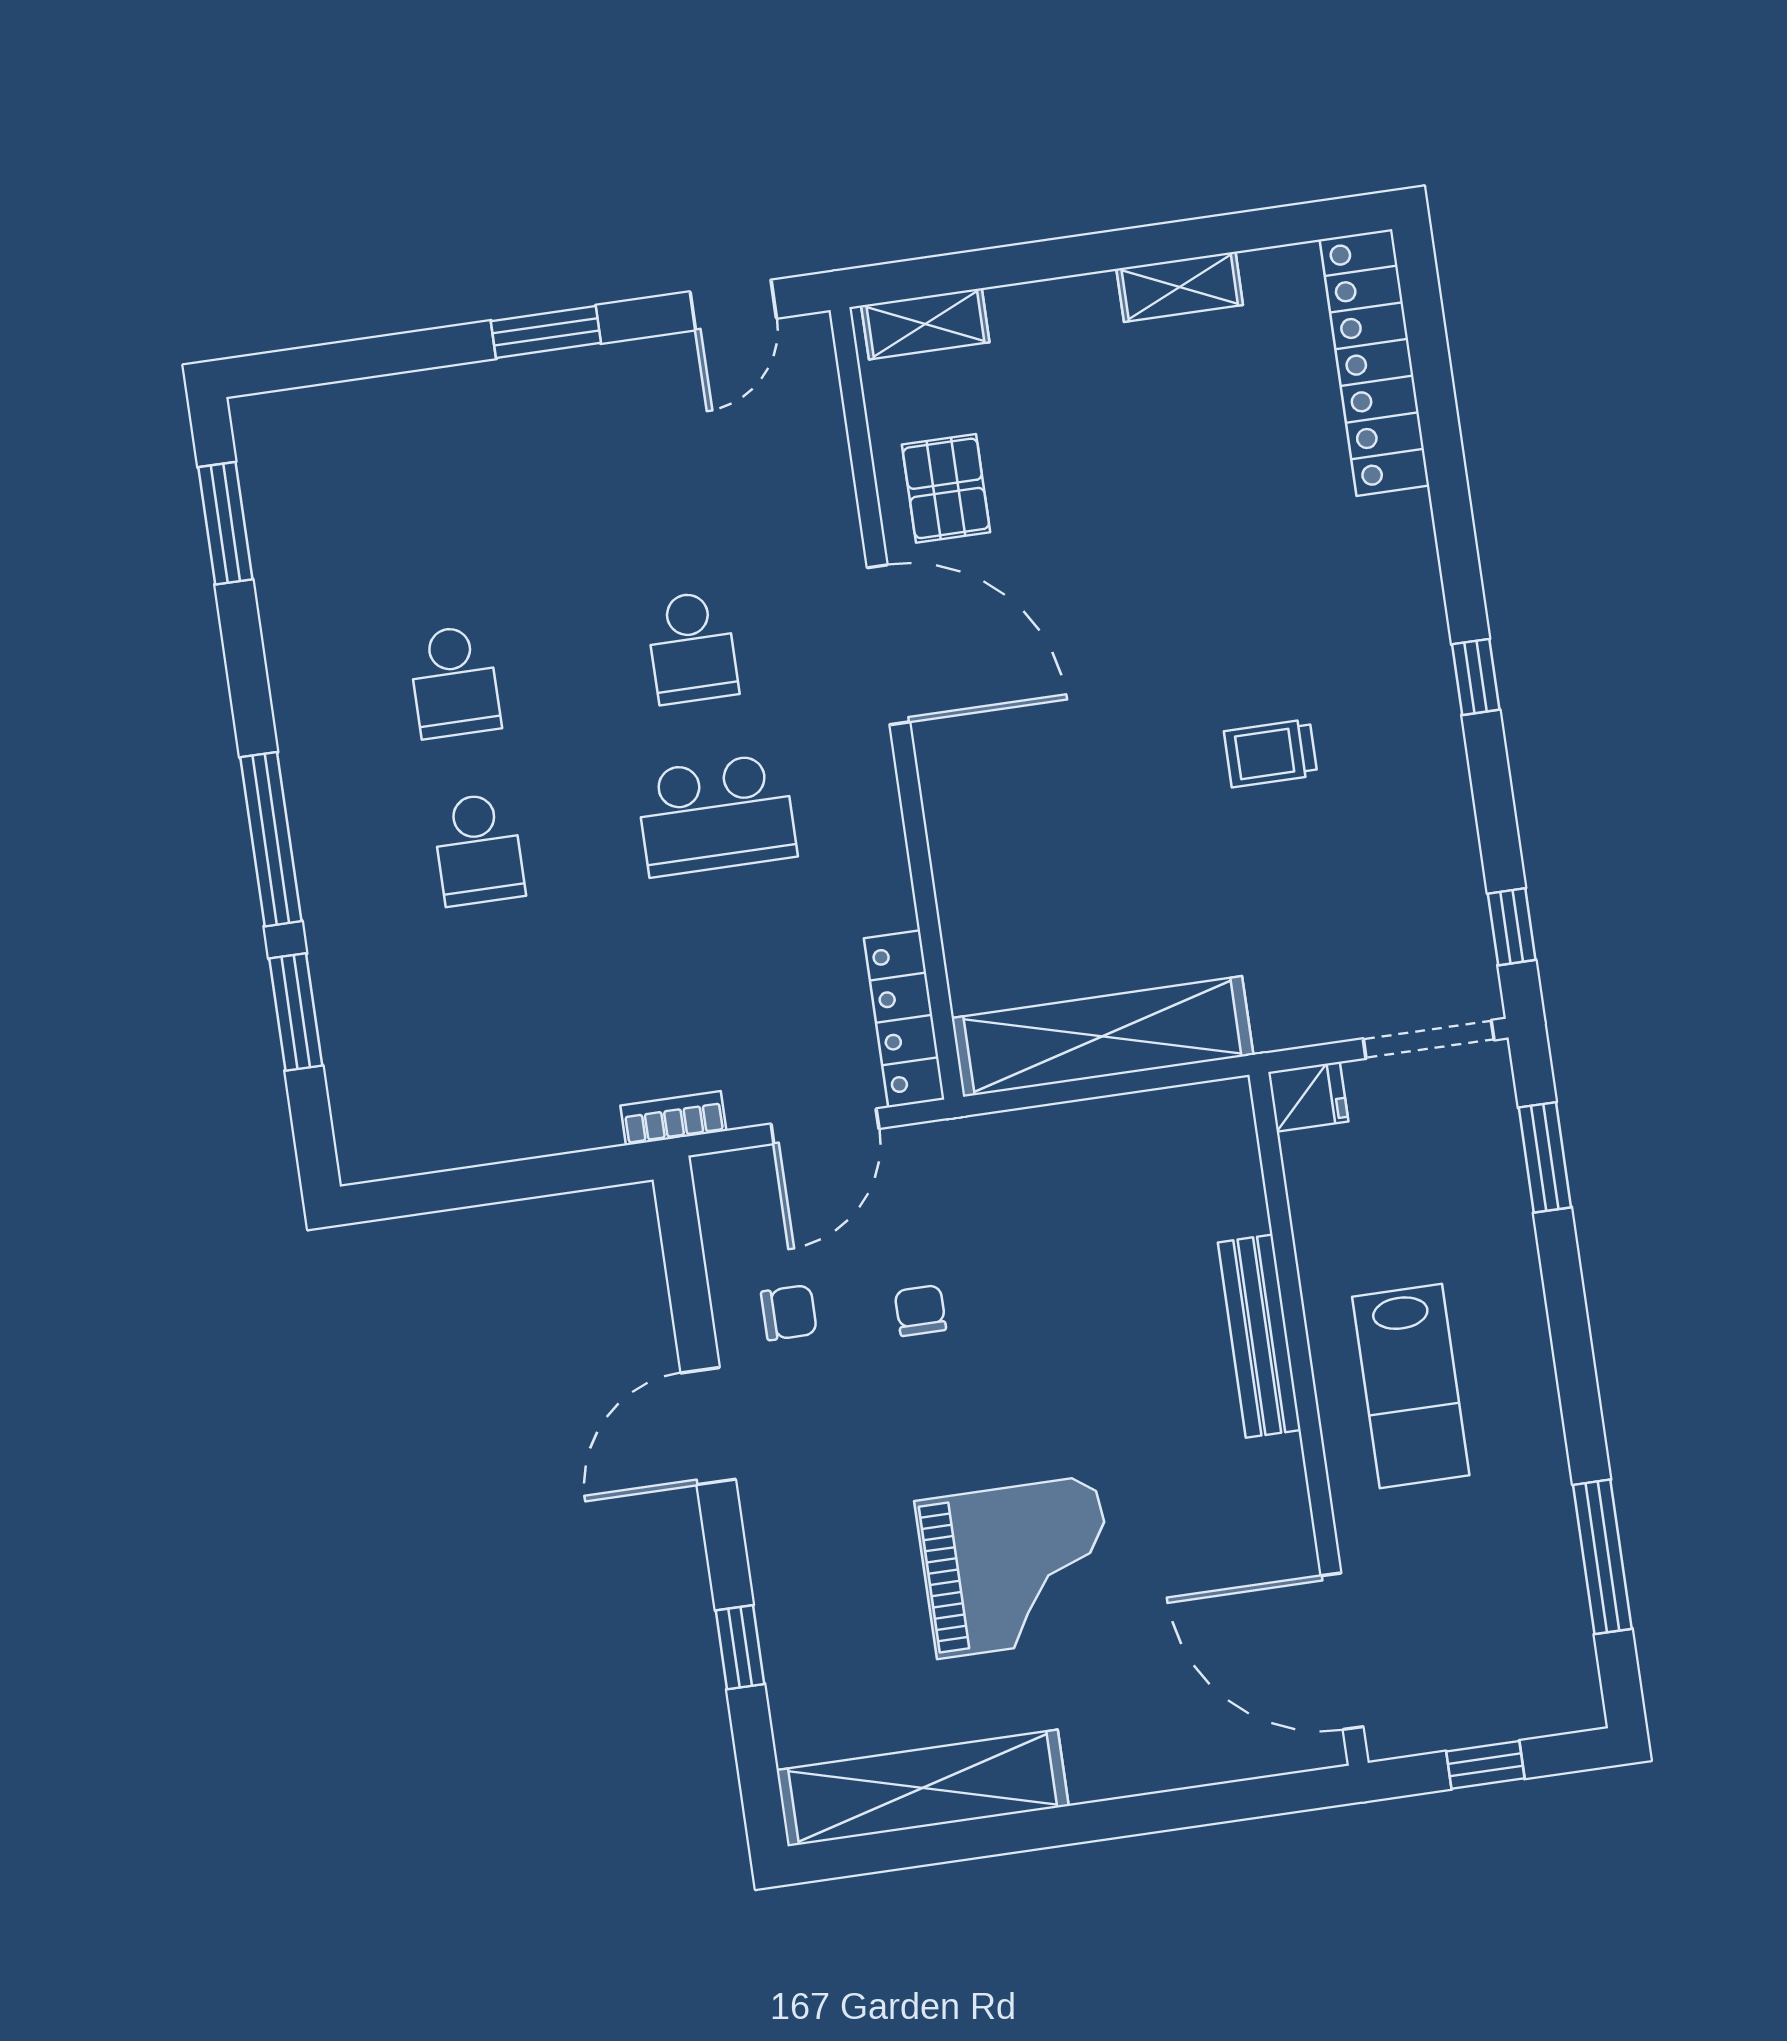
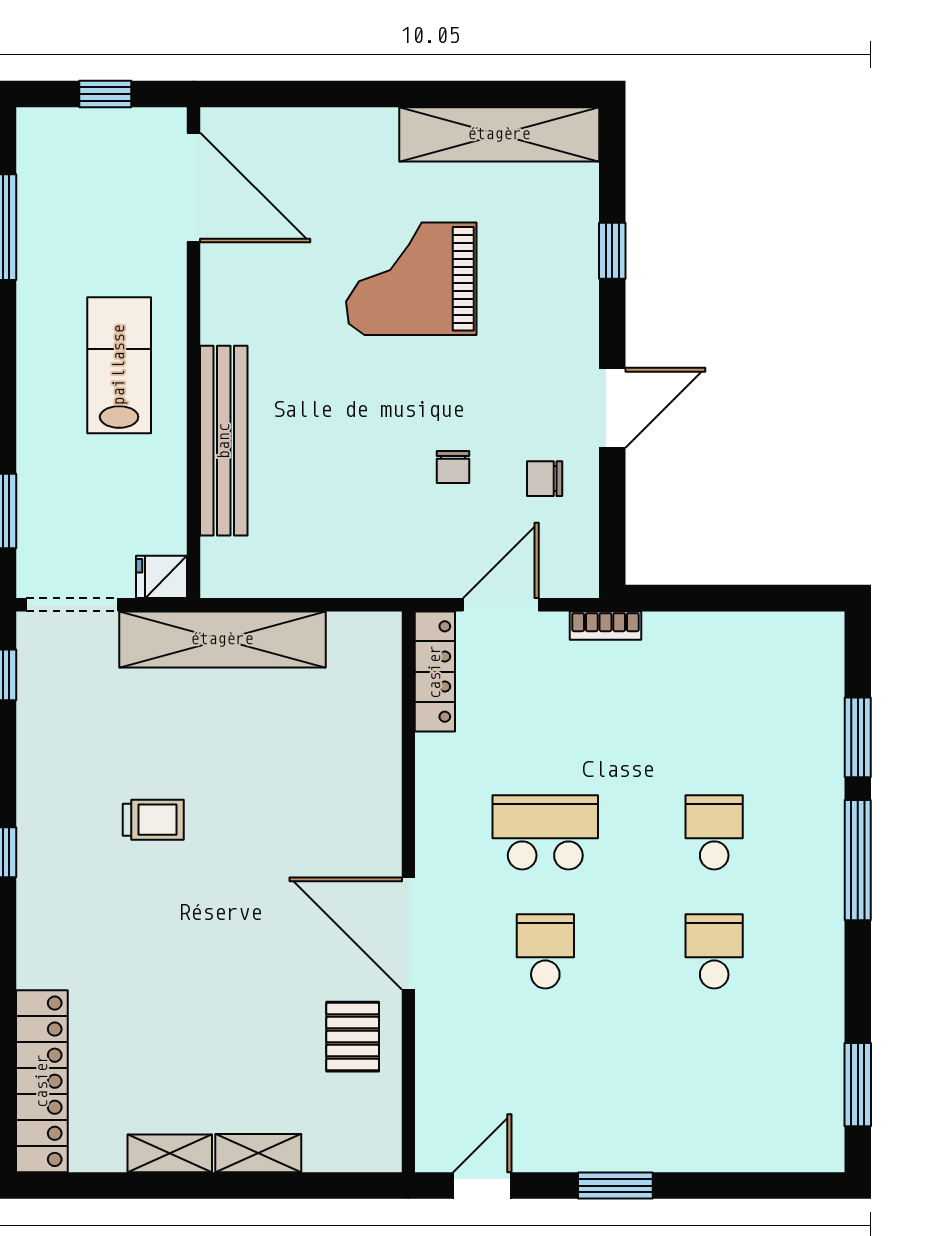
shelving: (925, 324) -> (258, 1153), moved
shelving: (1102, 1036) -> (222, 639), moved
bench: (1259, 1336) -> (224, 441), width x1.37, depth x1.21

